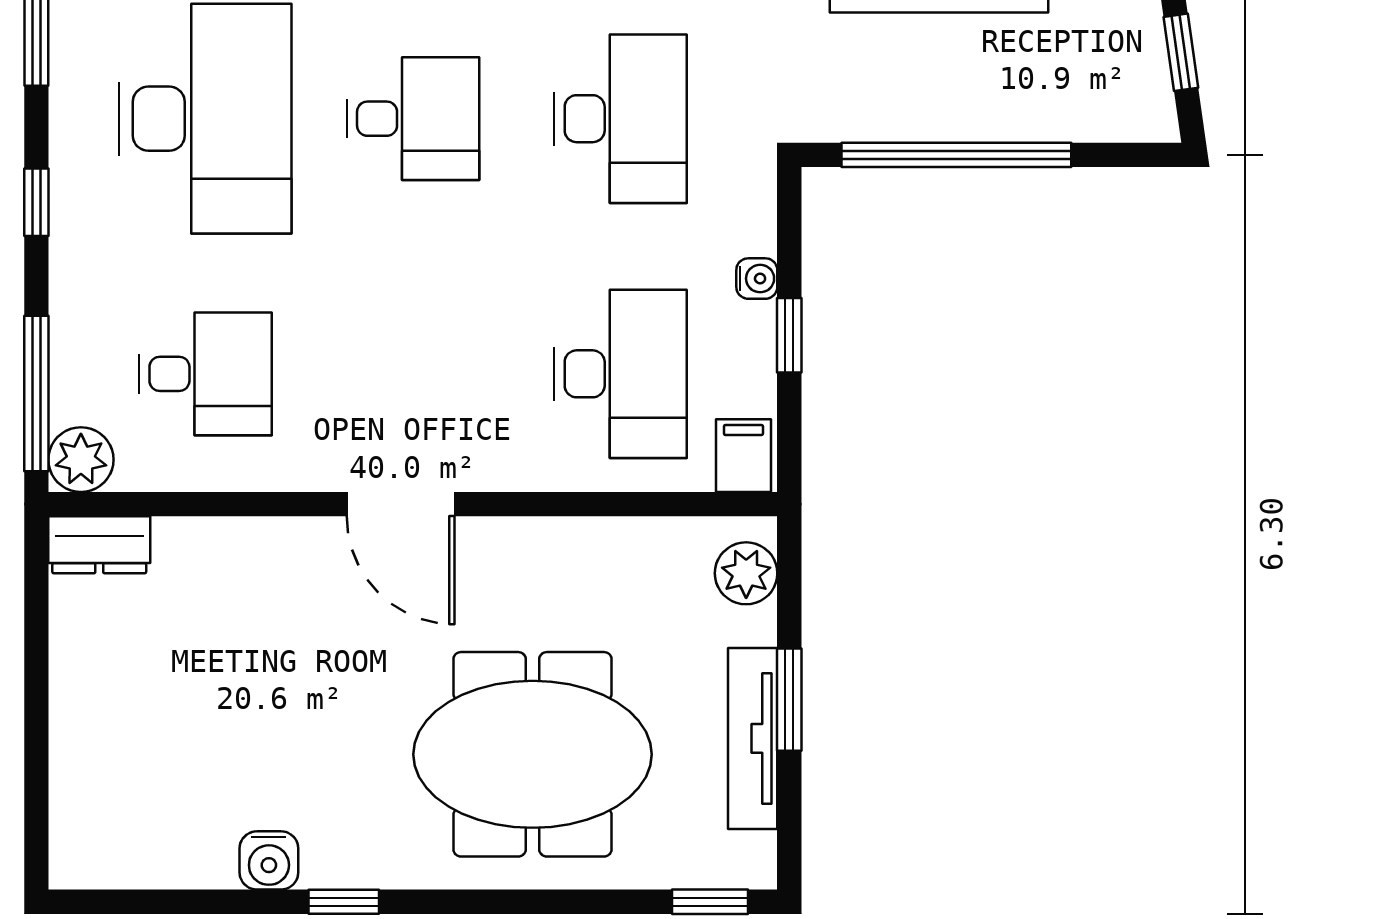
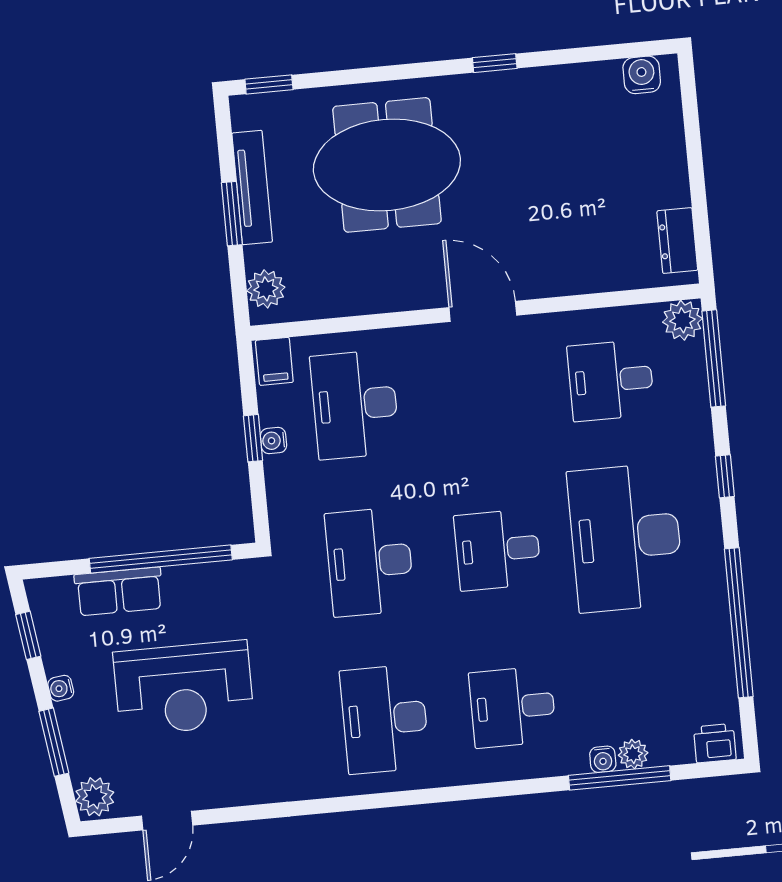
row of seats: (1028, 109) -> (119, 591), added
water cooler: (757, 279) -> (274, 441), moved
dresser: (99, 545) -> (677, 241), moved, turned -90
water cooler: (269, 860) -> (642, 75), moved

